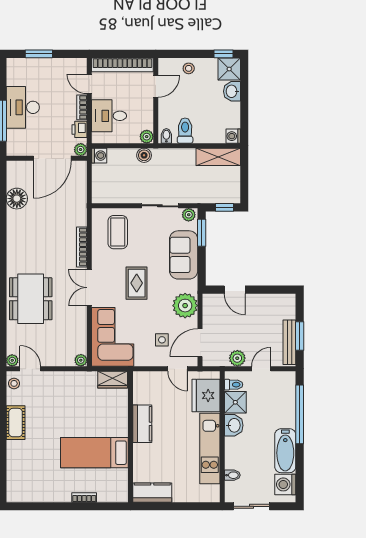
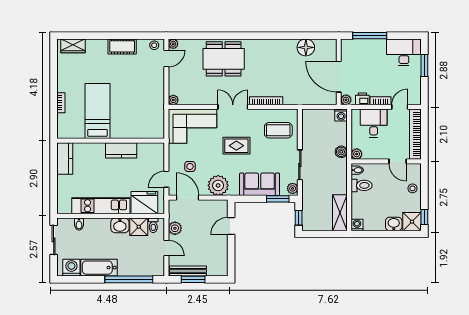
desk: (23, 107) -> (404, 52), moved
wardrobe: (113, 380) -> (73, 46), moved, turned -90

